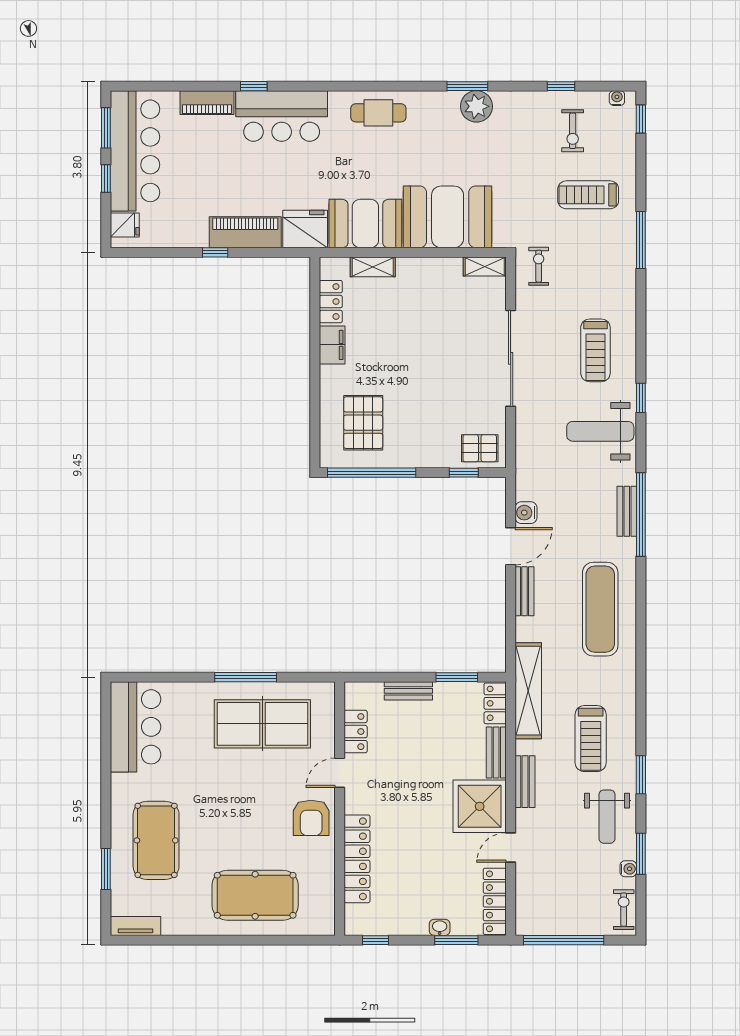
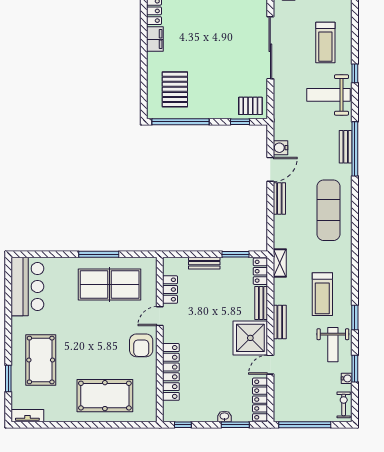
shelving: (528, 691) -> (280, 263), width x0.45, depth x0.75

